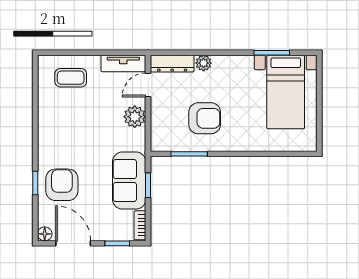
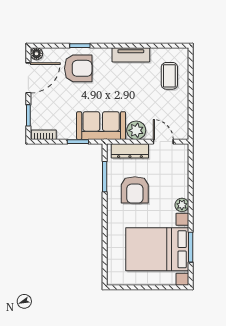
tv unit: (123, 63) -> (131, 55), moved, turned -90
plant: (204, 63) -> (182, 205), moved
dresser: (172, 64) -> (130, 151), moved, turned -90
bed with nightstands: (286, 92) -> (157, 249), width x1.36
sofa: (129, 181) -> (101, 126), moved

